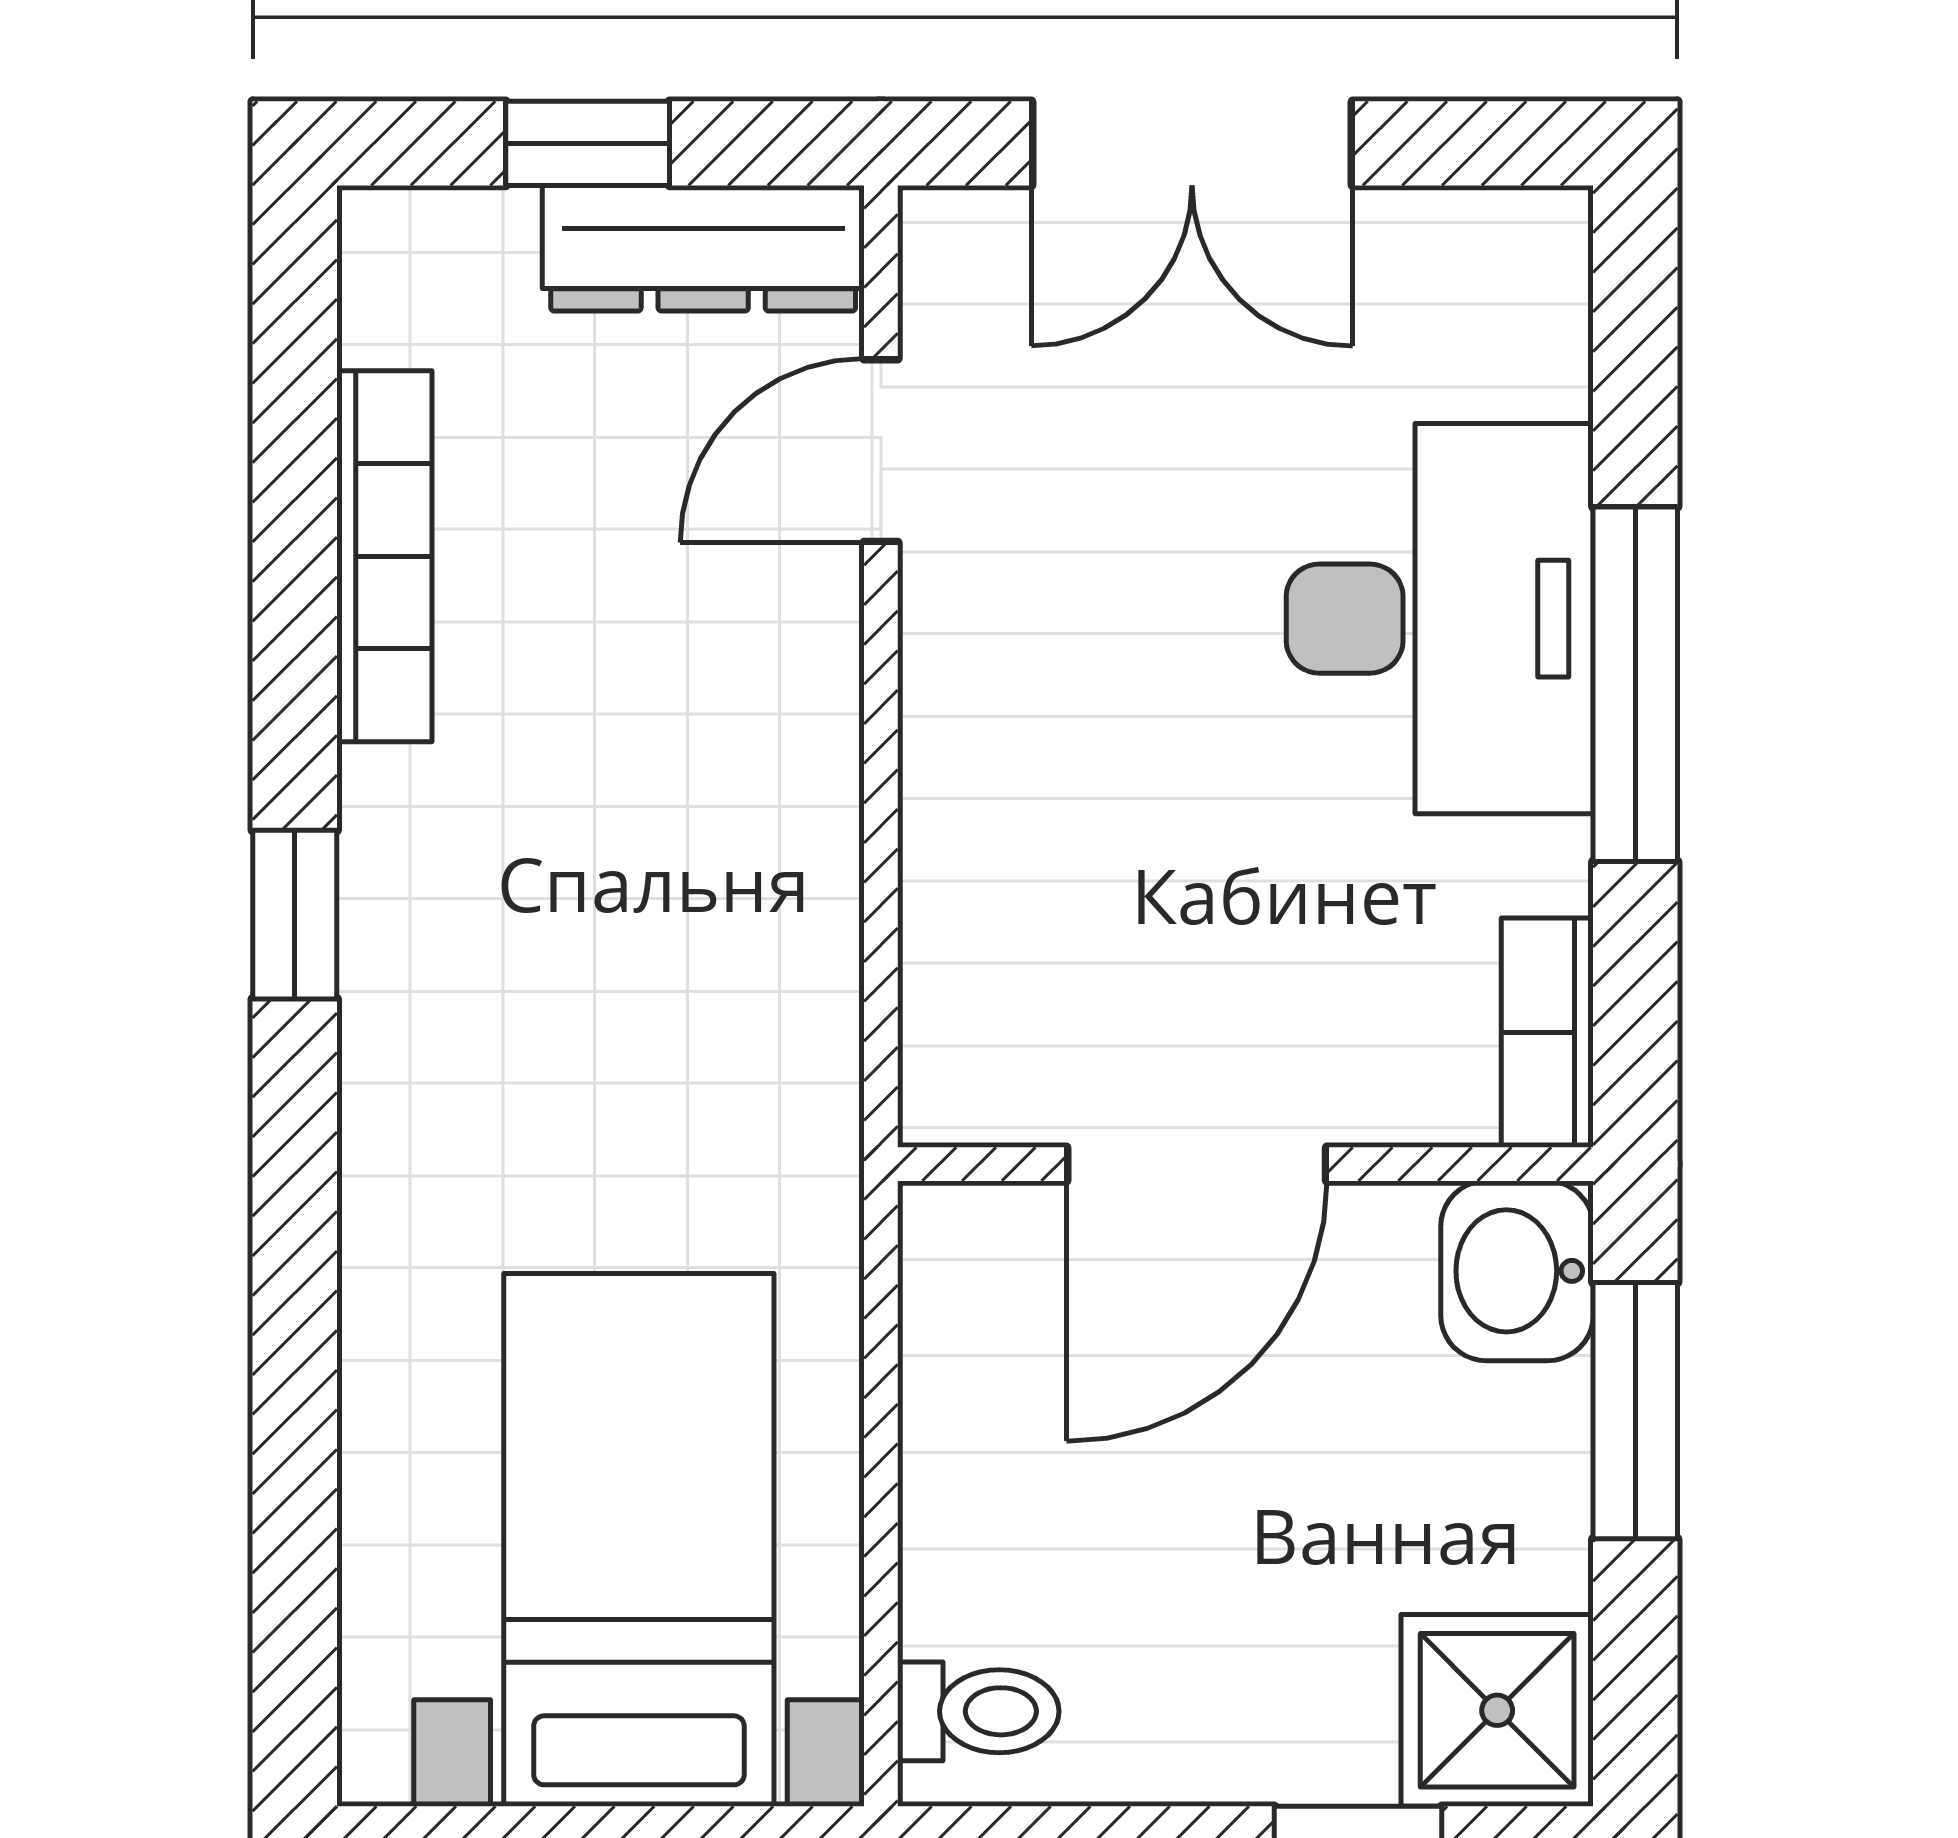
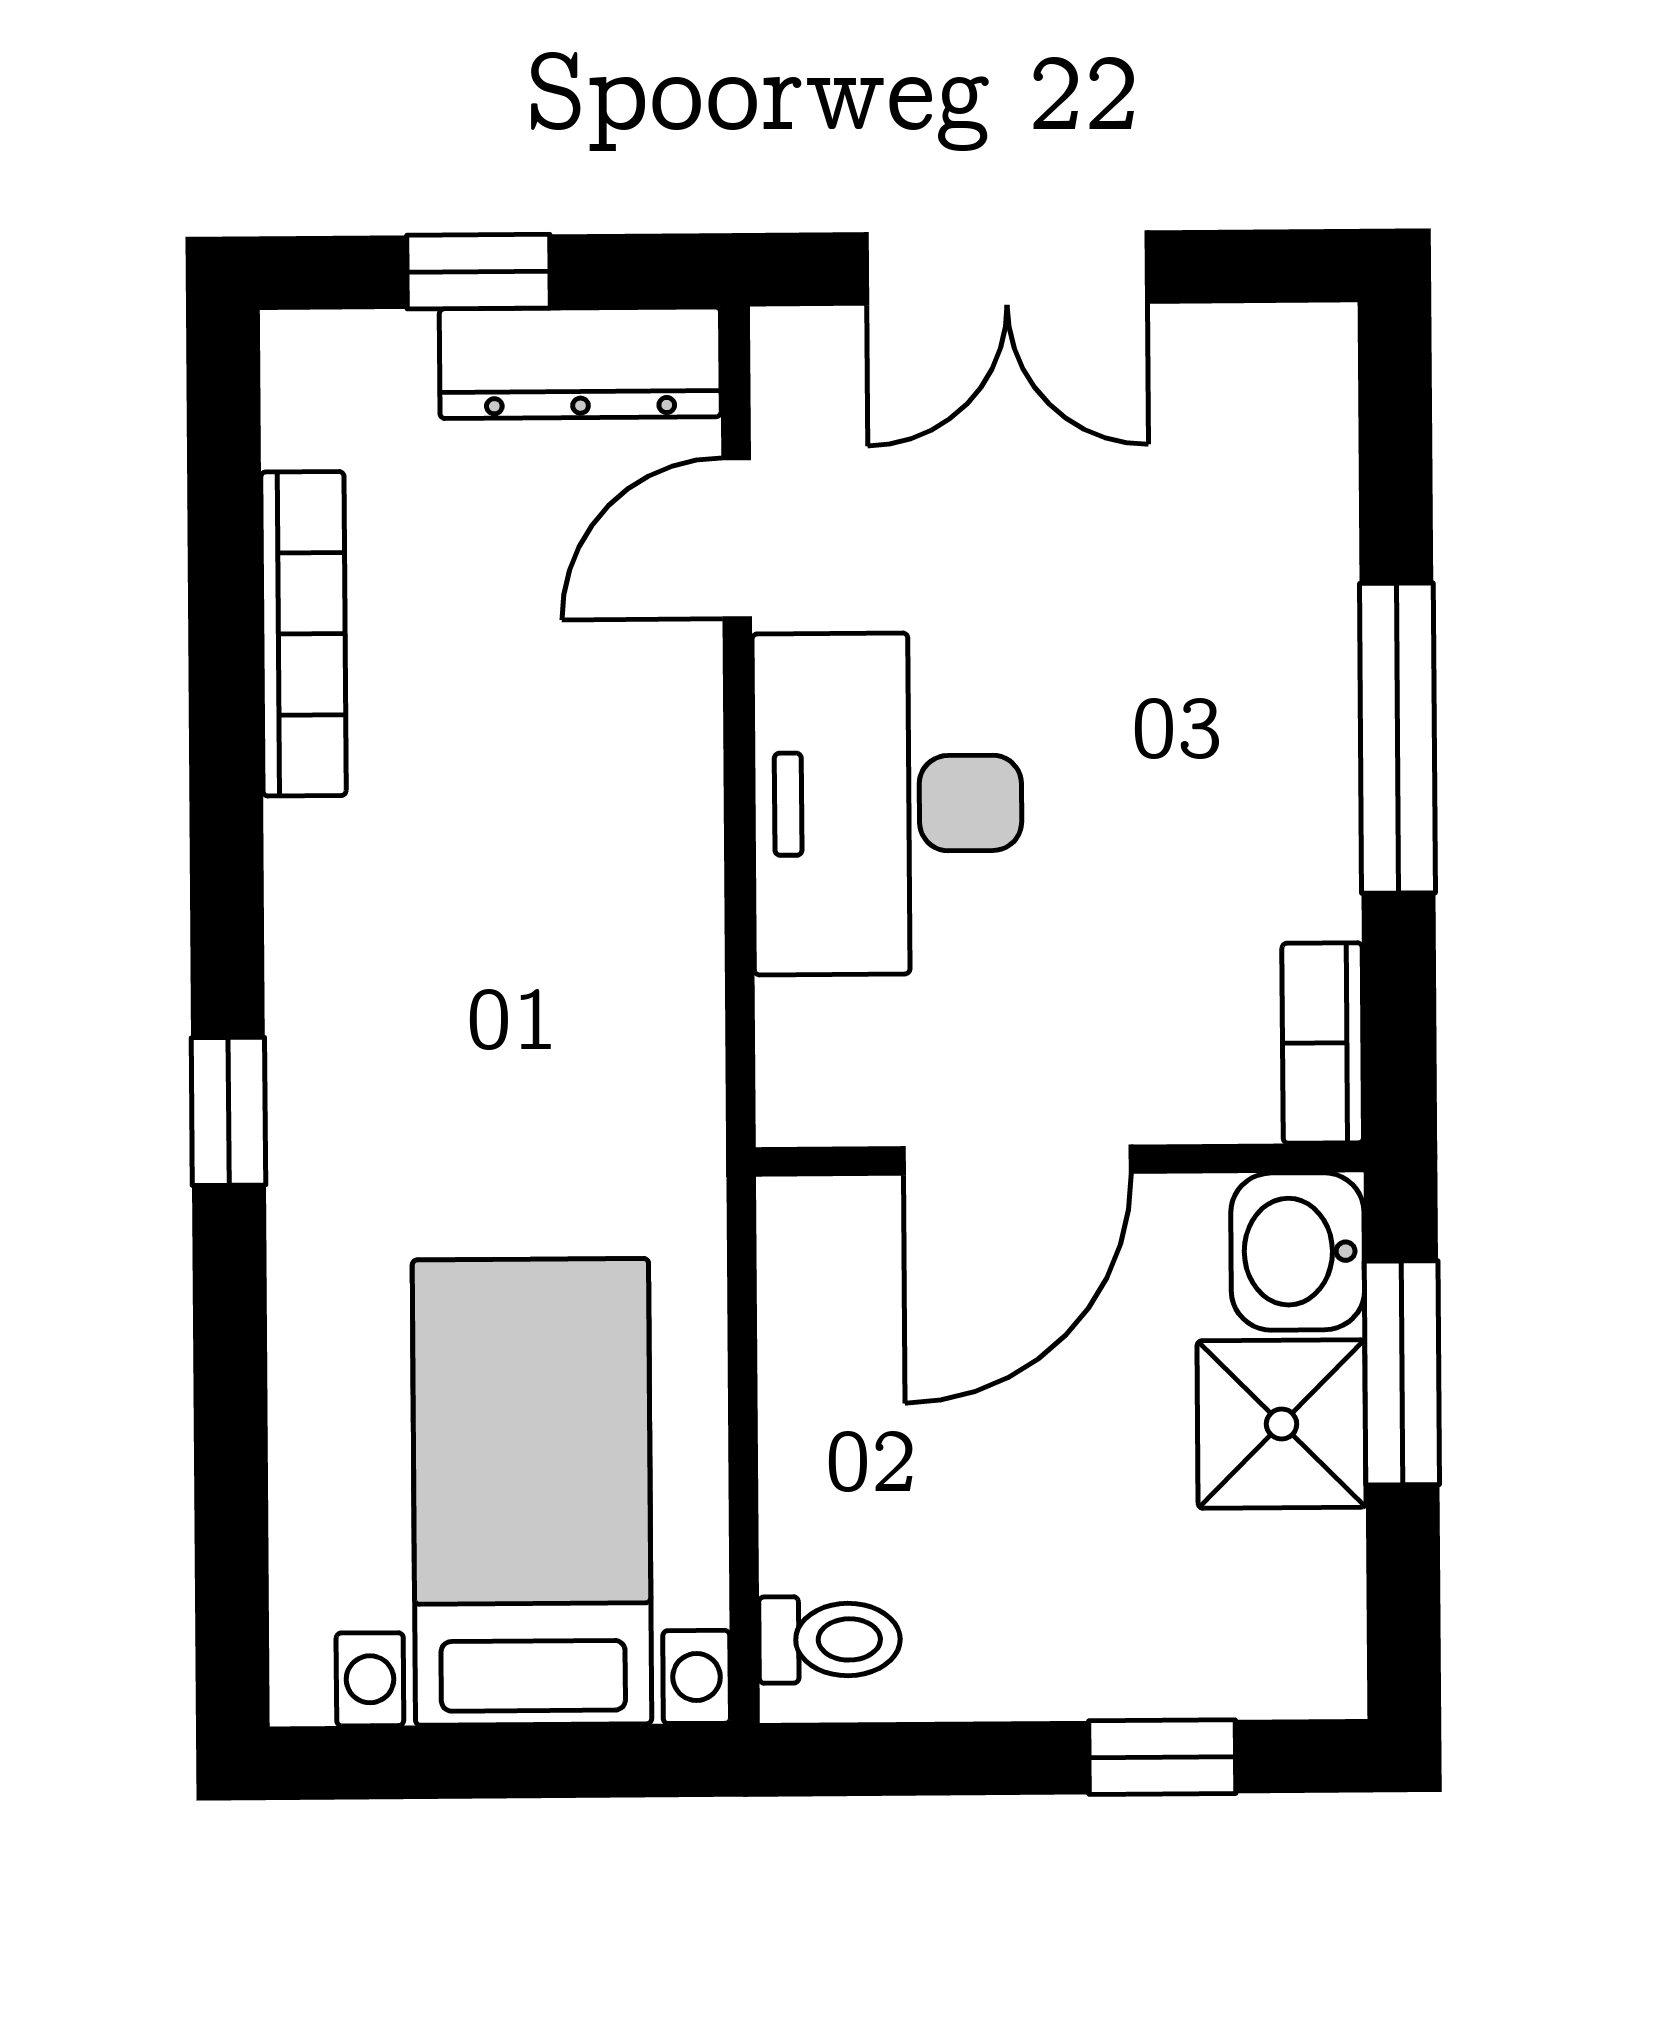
desk: (1440, 619) -> (887, 804), moved, turned 180
window: (295, 915) -> (228, 1111), moved
shower: (1497, 1710) -> (1282, 1424), moved

